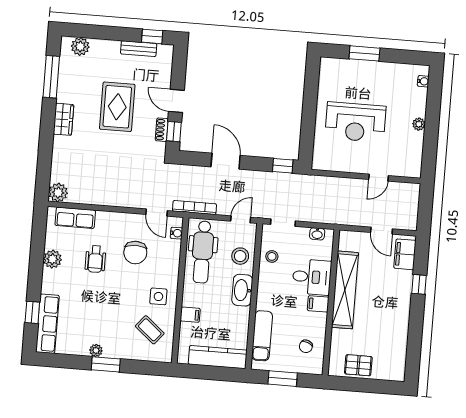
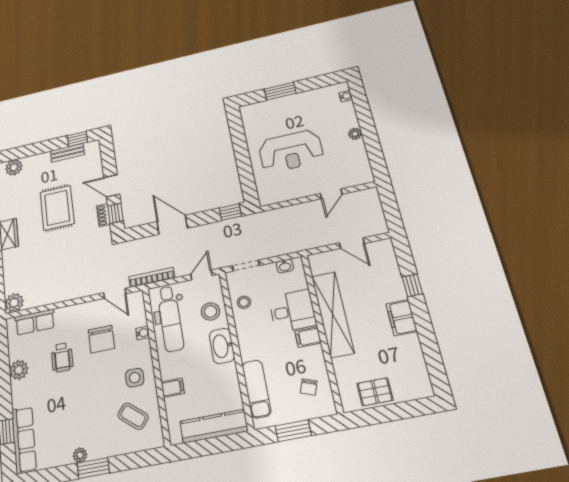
water cooler: (176, 233) -> (143, 333), moved
filing cabinet: (405, 254) -> (401, 318), moved

